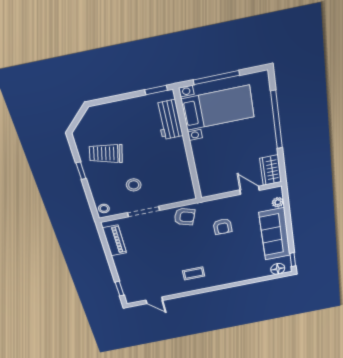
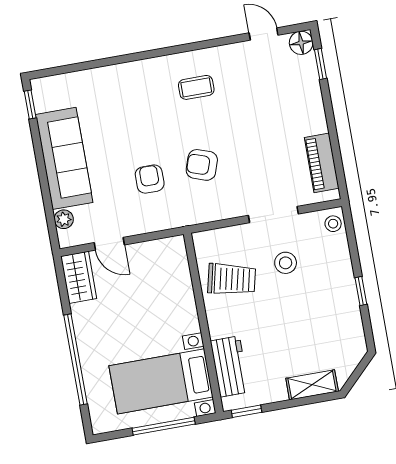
shelving: (109, 110) -> (312, 385), added
trolley: (106, 154) -> (232, 279), moved
armchair: (184, 217) -> (202, 165), moved
floor lamp: (278, 269) -> (301, 43), moved

